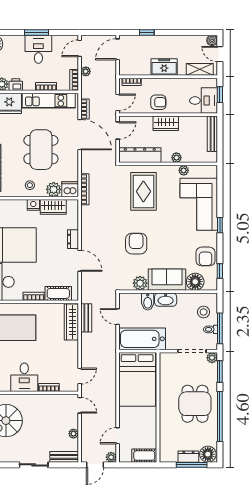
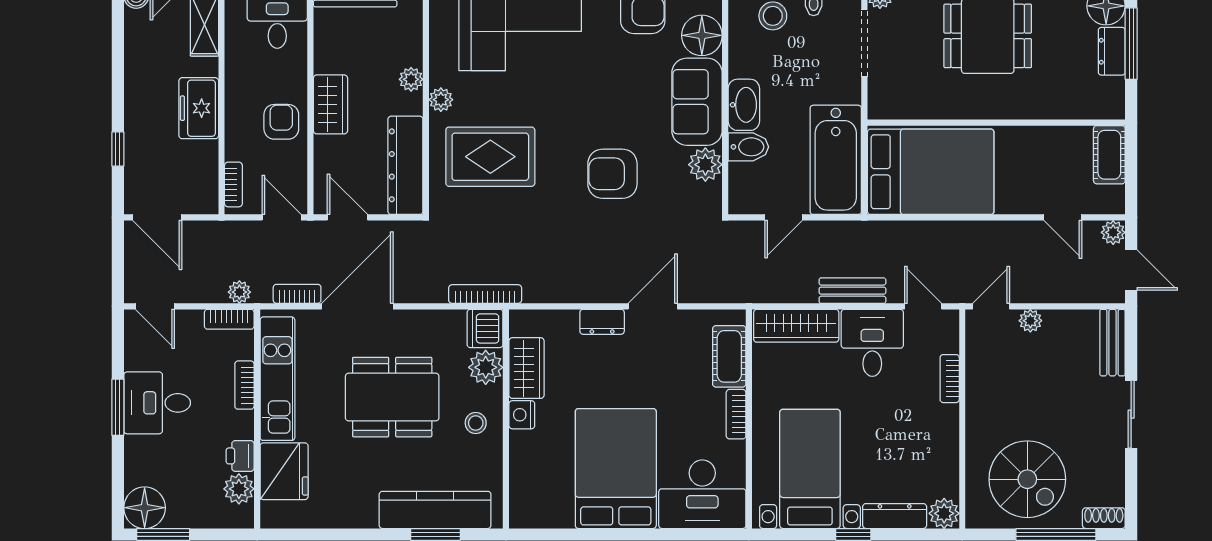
plant: (86, 71) -> (239, 292), moved
plant: (184, 170) -> (441, 100), moved
bench: (86, 318) -> (852, 291), moved
desk: (24, 377) -> (872, 343), moved, turned -90
plant: (73, 434) -> (1030, 321), moved

